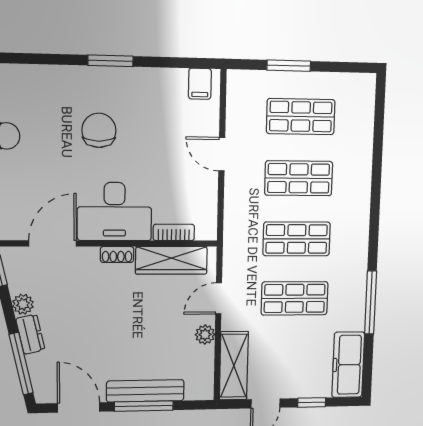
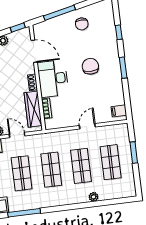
window: (34, 59) -> (119, 32), added
chair: (99, 130) -> (90, 66), turned -90
plant: (363, 162) -> (93, 197), added

